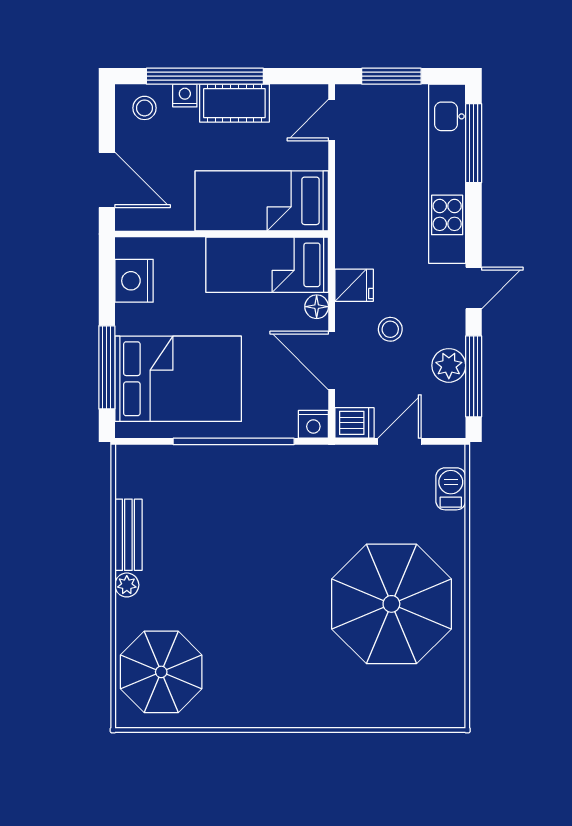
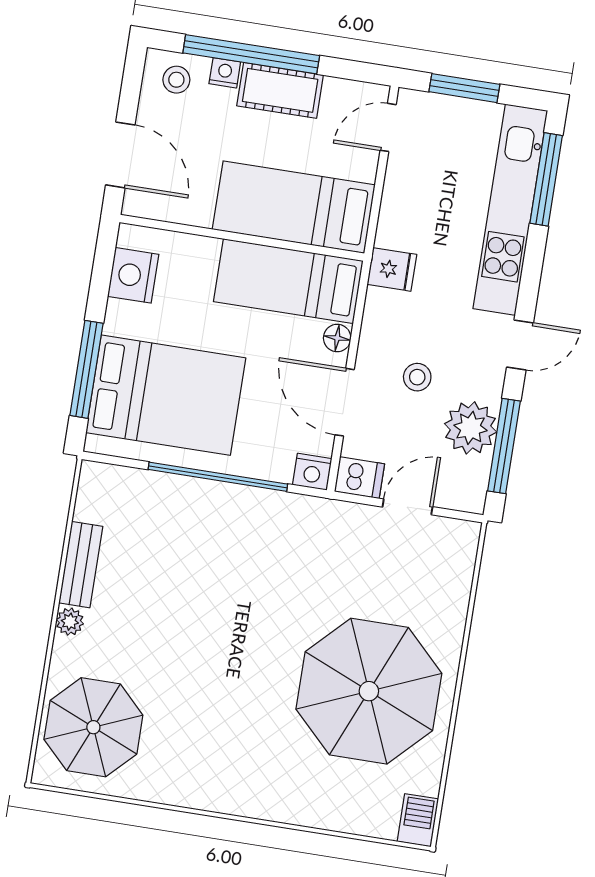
fridge: (354, 285) -> (392, 269), moved
plant: (449, 365) -> (471, 428), width x1.36, depth x1.36
barbecue: (451, 489) -> (418, 820), moved

